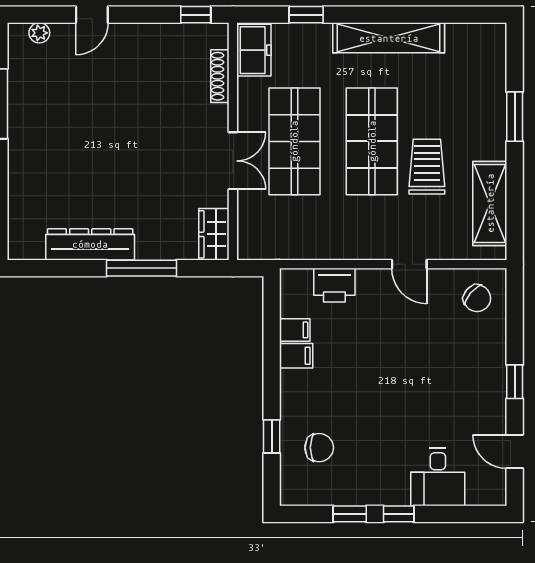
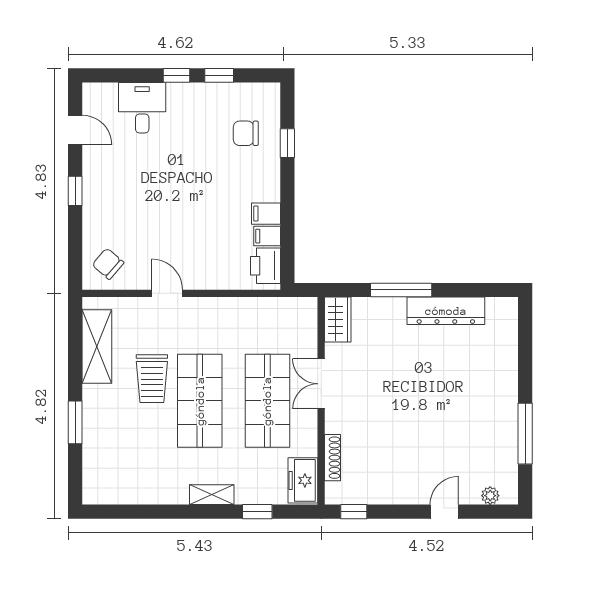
shelving: (389, 38) -> (212, 495), width x0.45, depth x0.75
printer: (334, 285) -> (265, 266), moved, turned -90

